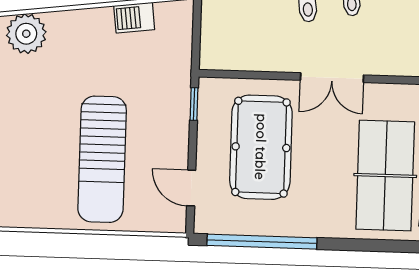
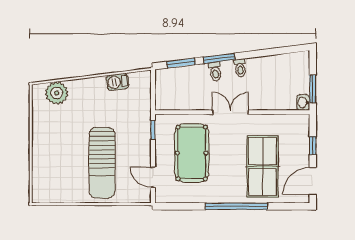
double door: (332, 78) -> (231, 112), swing flipped
window: (262, 242) -> (236, 206), moved

